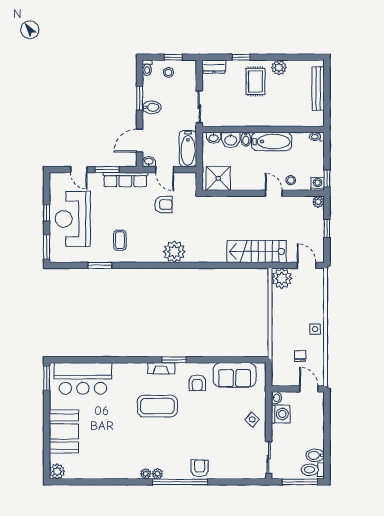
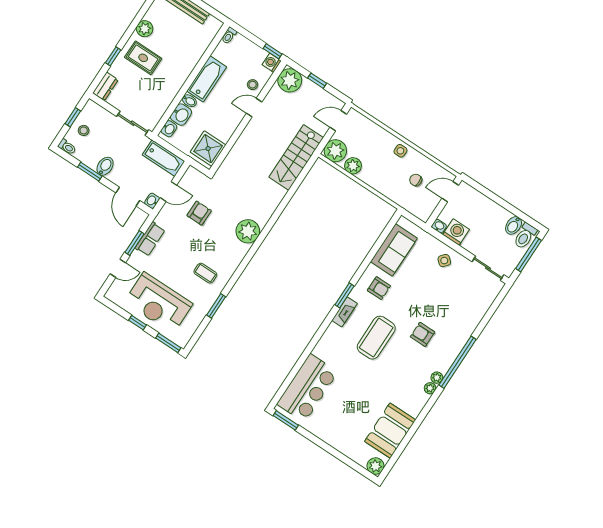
row of seats: (125, 180) -> (150, 239), width x0.68
plant: (318, 202) -> (290, 80), width x1.87, depth x1.87
plant: (279, 300) -> (353, 166), added
booth: (64, 431) -> (390, 431), moved, turned 90
armchair: (200, 468) -> (423, 334), moved

